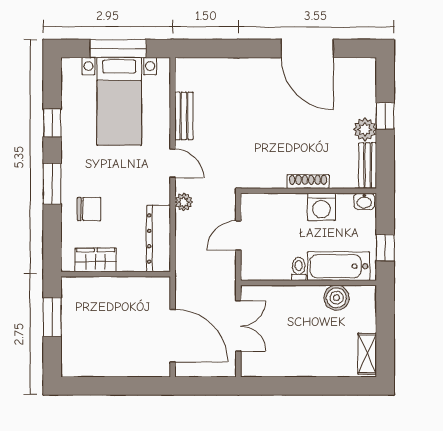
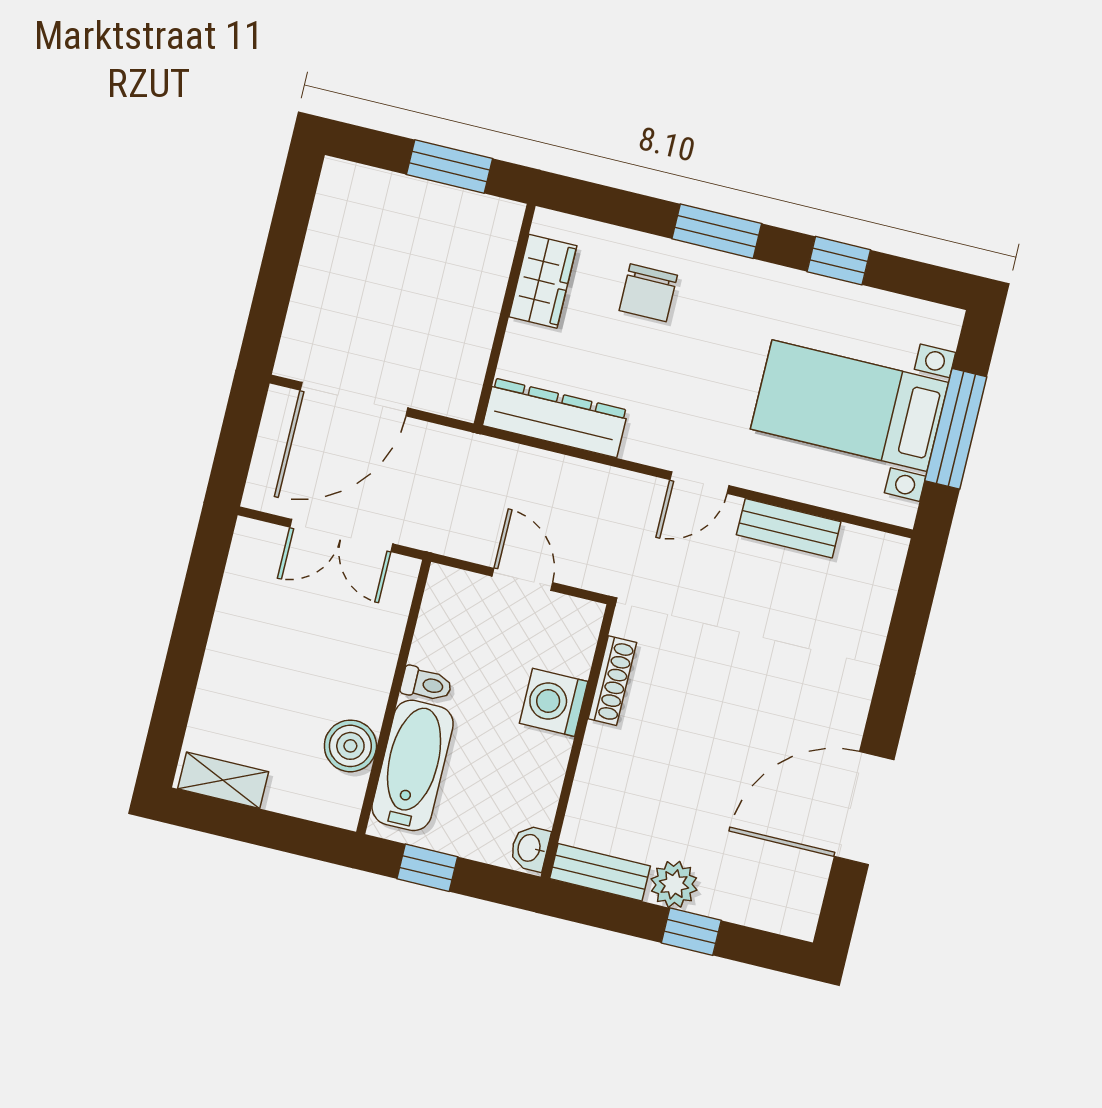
shoe rack: (308, 182) -> (612, 681), moved
plant: (184, 202) -> (616, 486), removed
washing machine: (321, 207) -> (554, 702), moved

